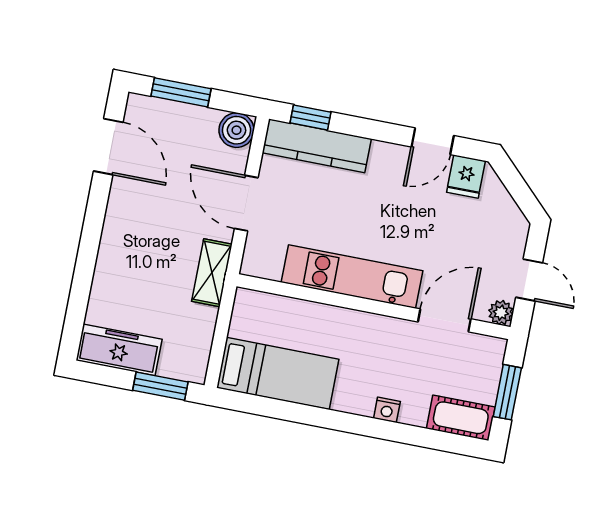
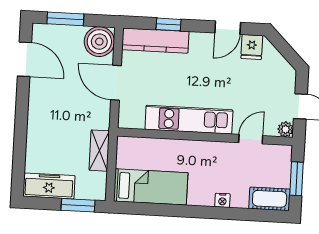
window: (310, 118) -> (169, 24), moved
boiler: (236, 130) -> (99, 42), width x1.37, depth x1.37
shelving: (212, 273) -> (99, 151), moved
door: (444, 320) -> (251, 139), width x0.73

